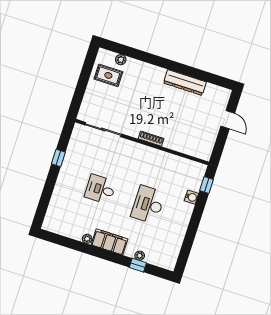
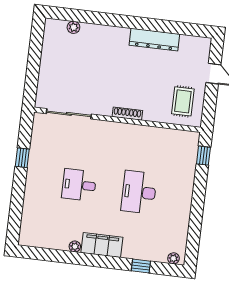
rug: (108, 75) -> (183, 101), moved, turned 90
water cooler: (191, 197) -> (188, 173), removed
plant: (140, 256) -> (173, 258), moved

